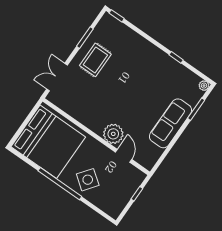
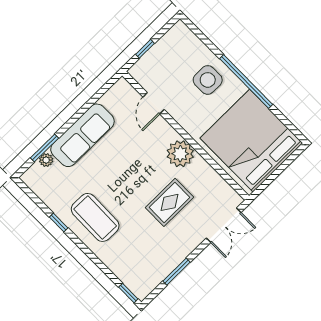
rug: (95, 60) -> (170, 202), moved
coffee table: (151, 66) -> (95, 217), added
plant: (204, 86) -> (46, 160), moved
plant: (113, 134) -> (180, 154), moved
side table: (88, 180) -> (208, 80), turned -37

